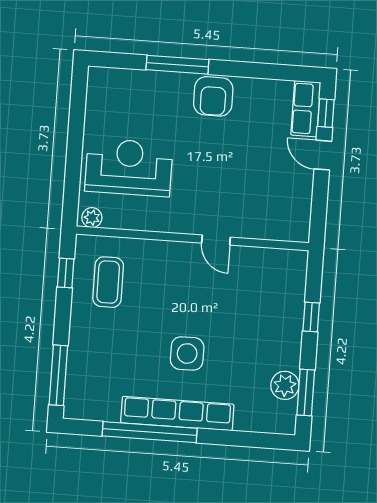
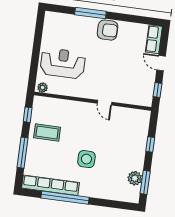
armchair: (213, 96) -> (108, 30), turned -90
window: (326, 113) -> (157, 90), moved
coffee table: (108, 282) -> (47, 133), moved, turned 90
window: (58, 375) -> (23, 153), moved
row of seats: (177, 414) -> (50, 185), moved

